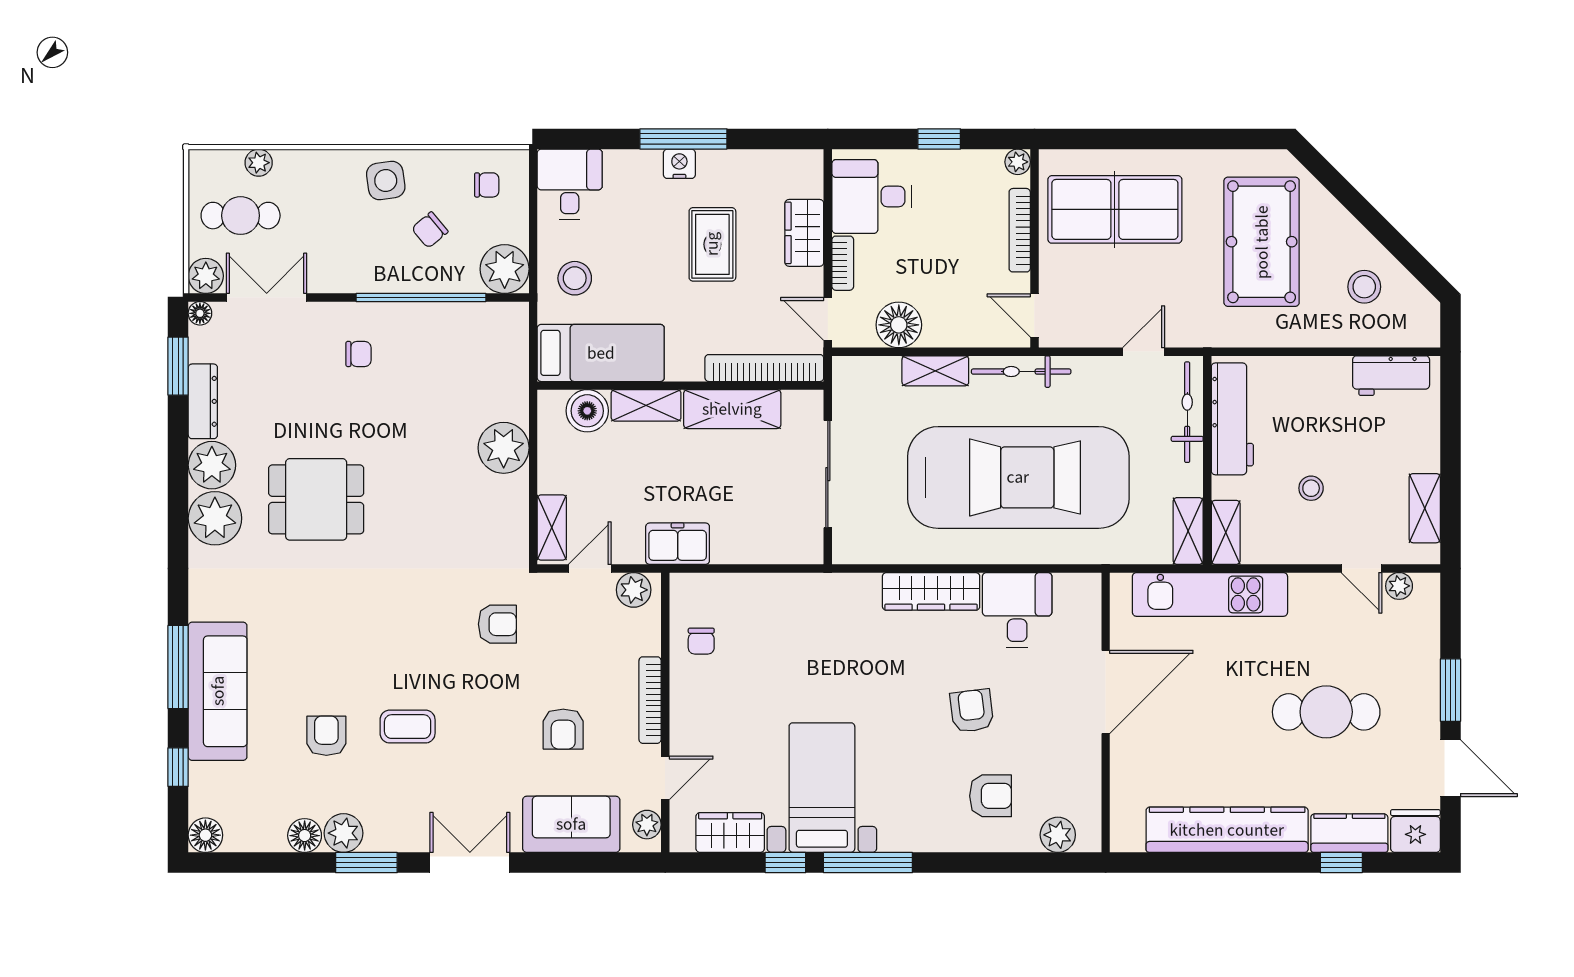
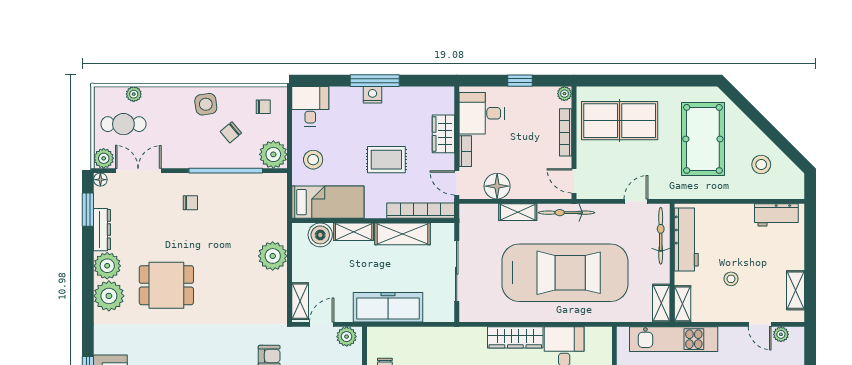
rug: (712, 244) -> (386, 160), moved, turned 90
freezer: (678, 544) -> (388, 307), width x1.91, depth x1.26

